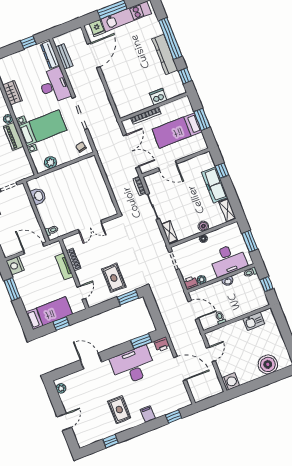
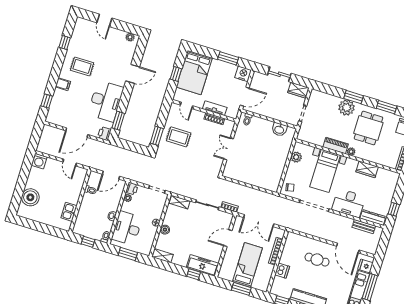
cafe table: (125, 74) -> (317, 260), added
freezer: (215, 185) -> (203, 265), moved
bed: (49, 313) -> (194, 72), width x1.50

